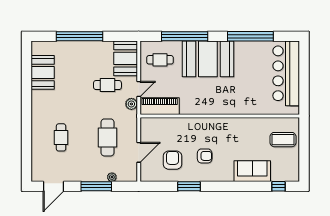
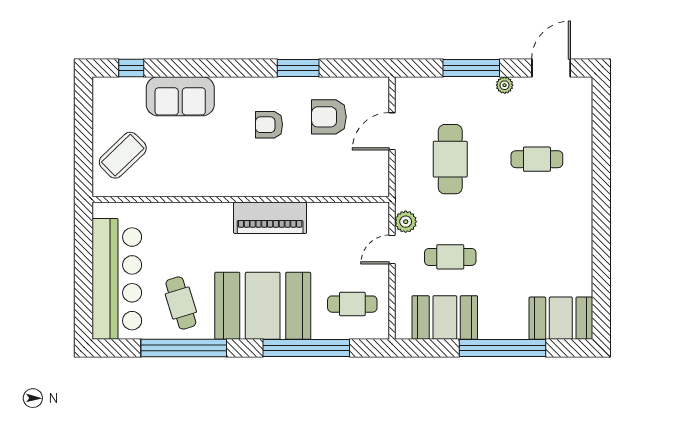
booth: (126, 58) -> (445, 317), moved, turned 90
cafe table: (252, 60) -> (181, 303), added
booth: (43, 72) -> (561, 318), moved, turned 90
piano: (160, 106) -> (270, 218), moved
cafe table: (61, 137) -> (537, 159), turned 90
coffee table: (283, 140) -> (123, 155), turned -44
armchair: (173, 160) -> (329, 117), turned 90
plant: (112, 177) -> (505, 85), moved

